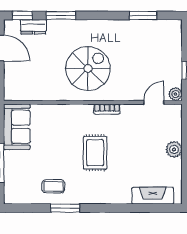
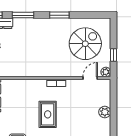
window: (143, 15) -> (59, 15), moved
spiral stairs: (88, 68) -> (85, 44), moved

